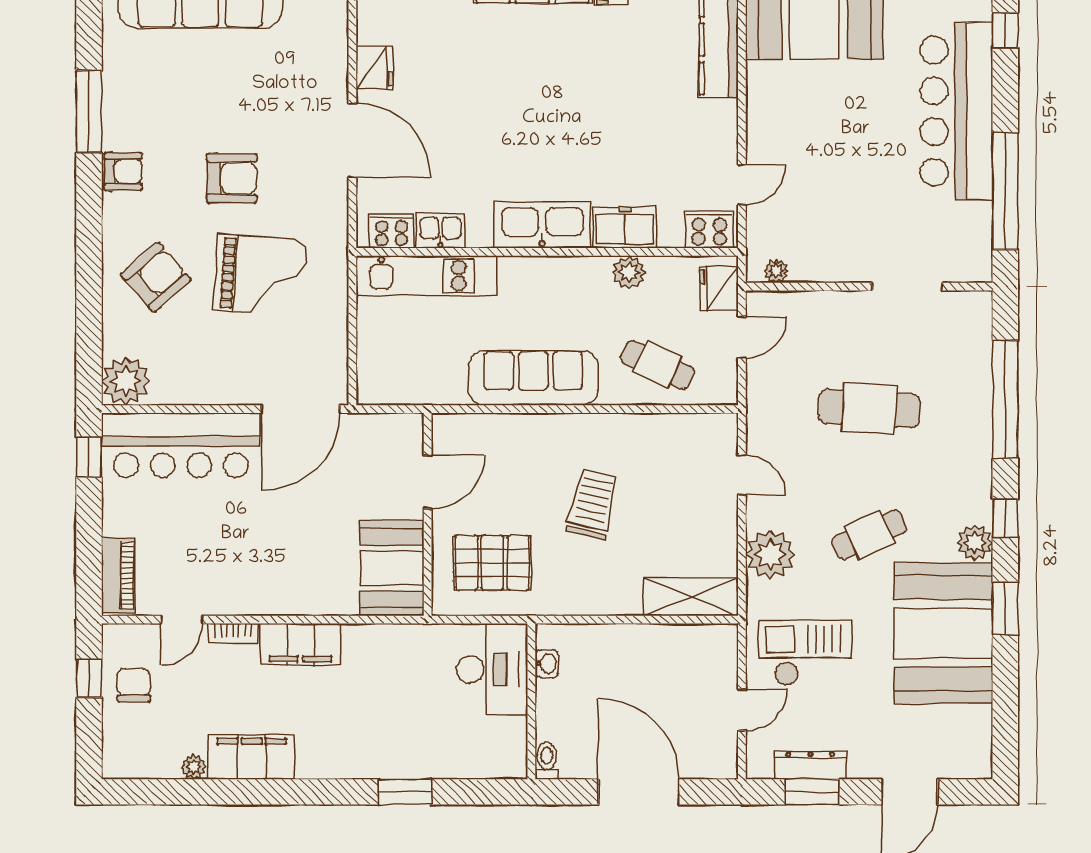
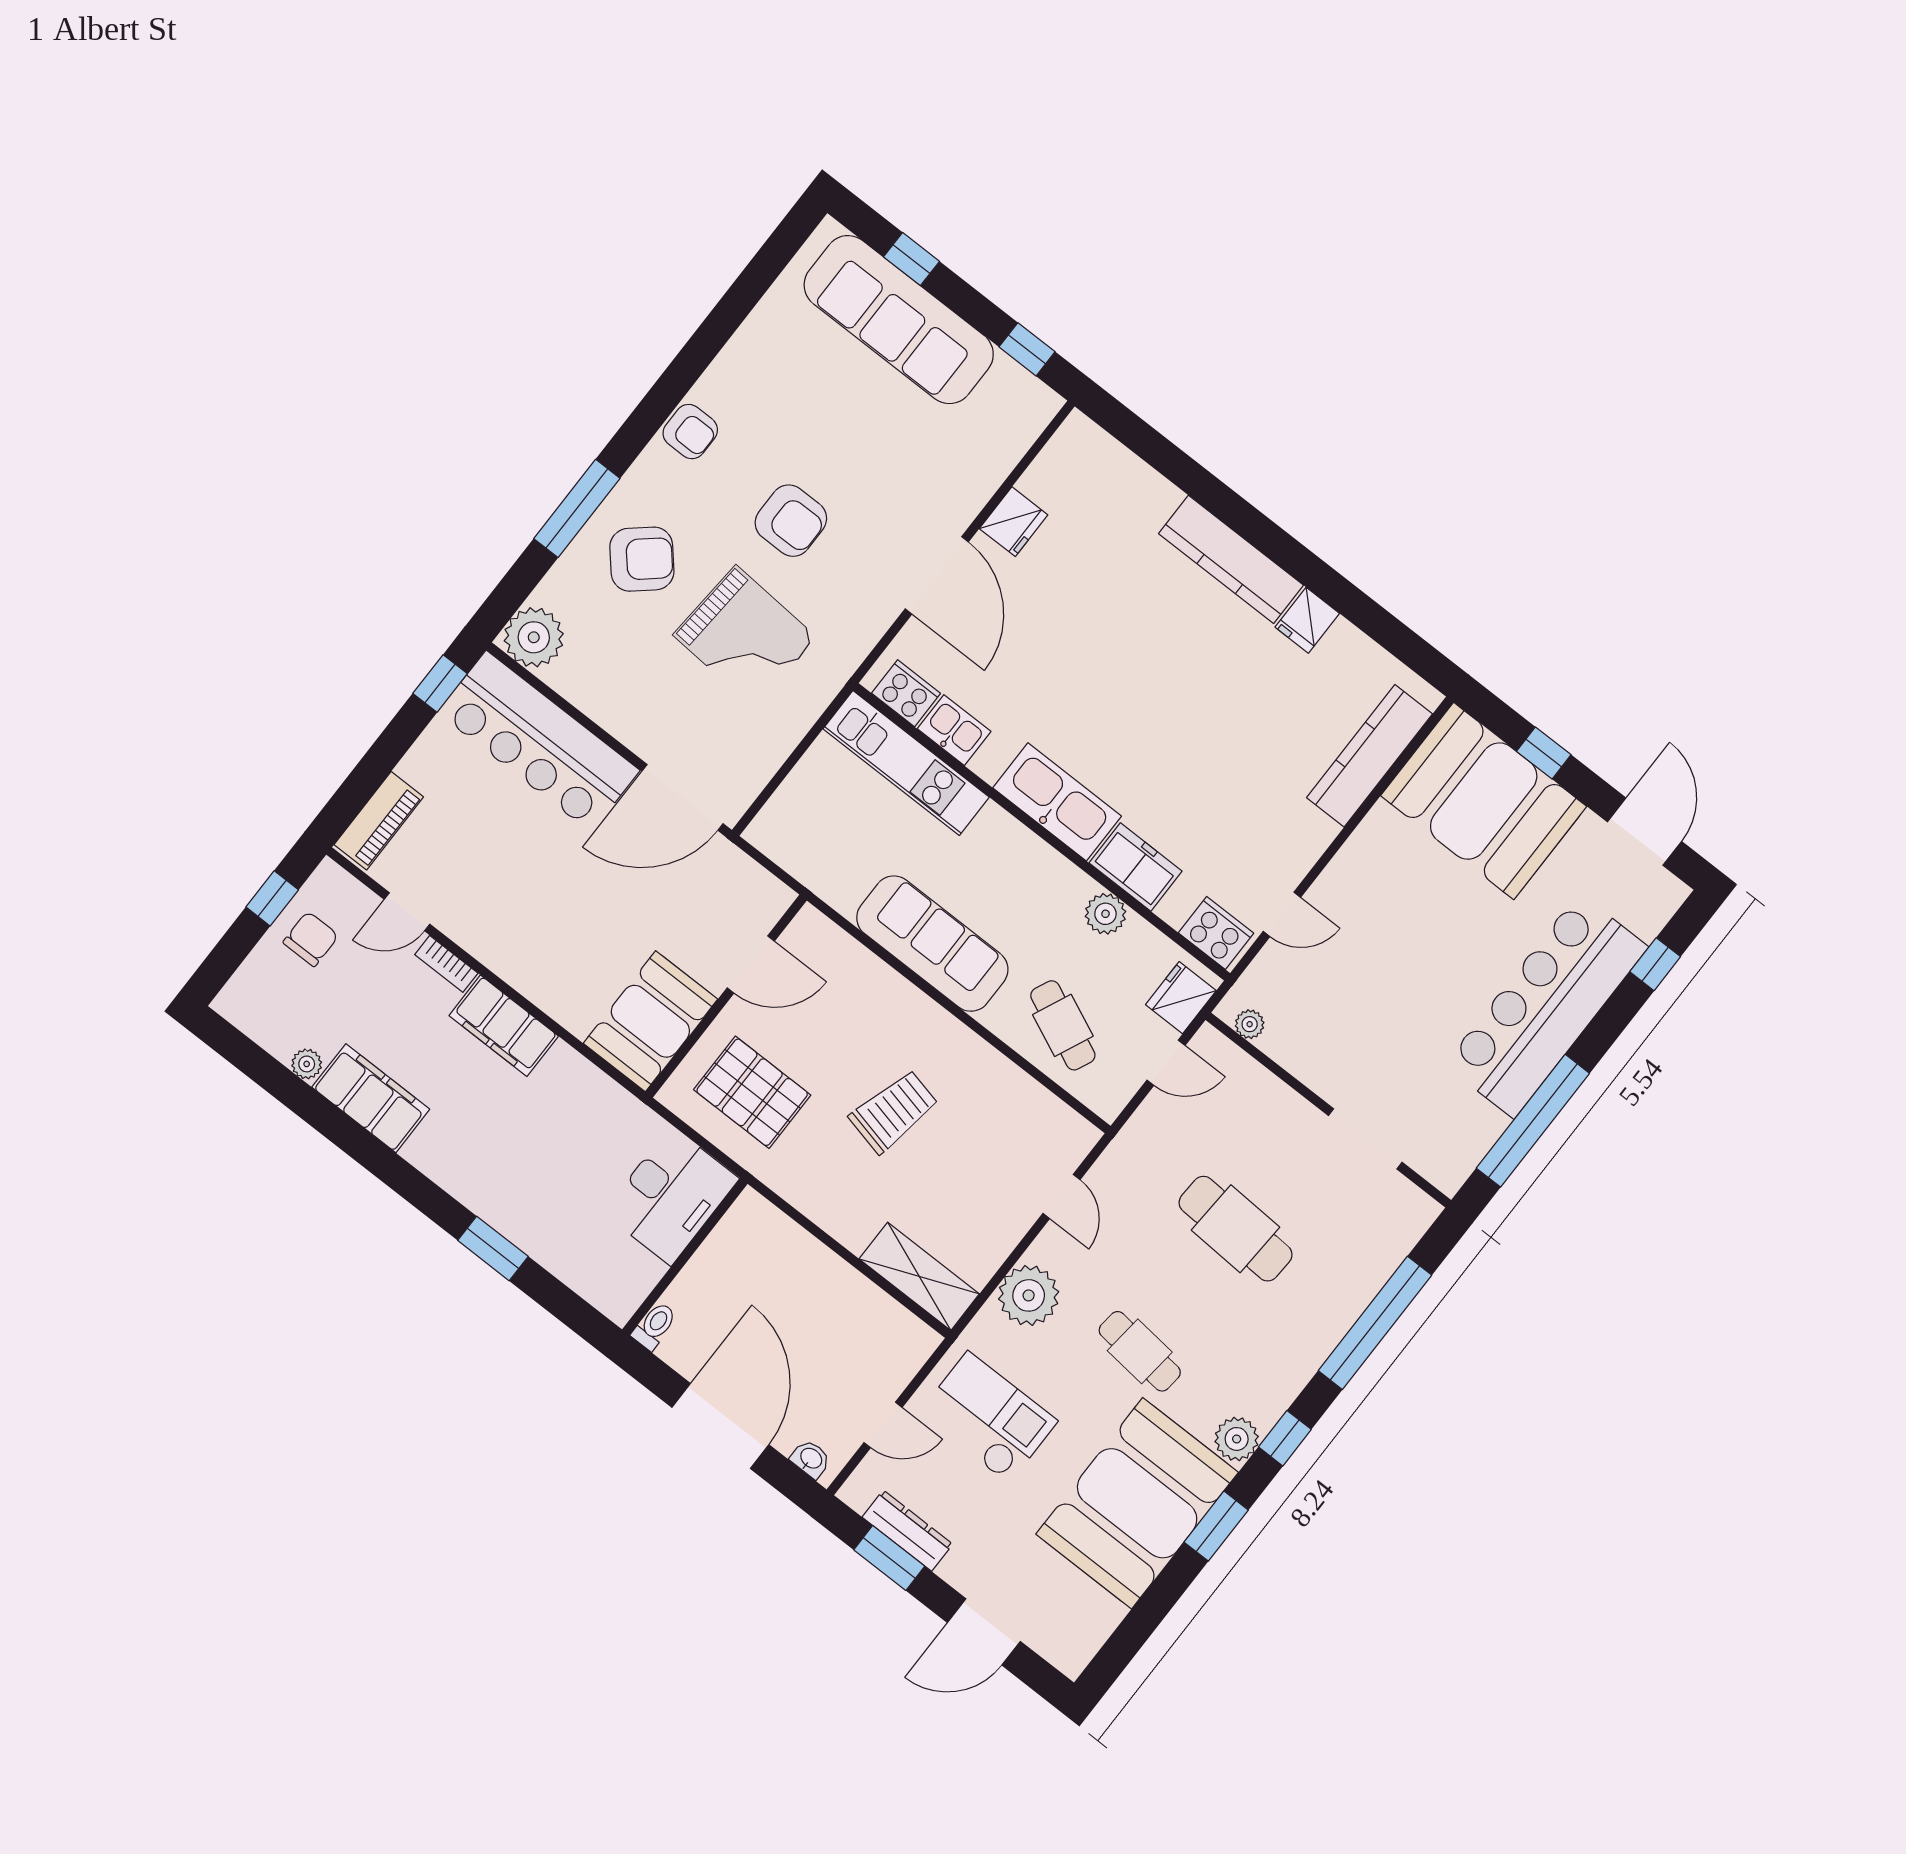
window: (89, 111) -> (577, 508), moved
cafe table: (869, 535) -> (1140, 1351), turned 30
washbasin: (547, 664) -> (811, 1459), moved, turned -90

